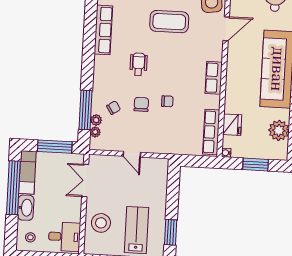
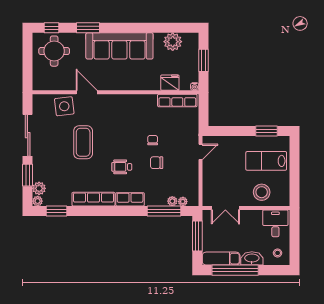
row of seats: (214, 78) -> (130, 199), moved, turned 180
chair: (114, 108) -> (161, 187), removed
door: (132, 154) -> (200, 152), moved

